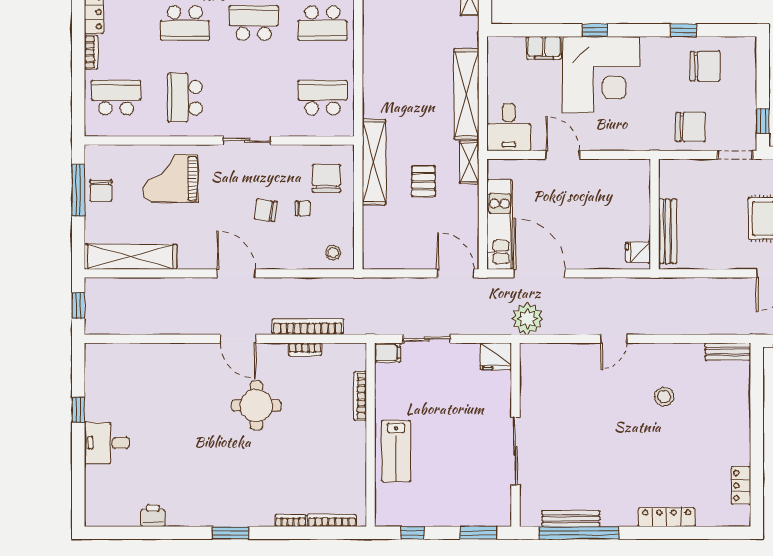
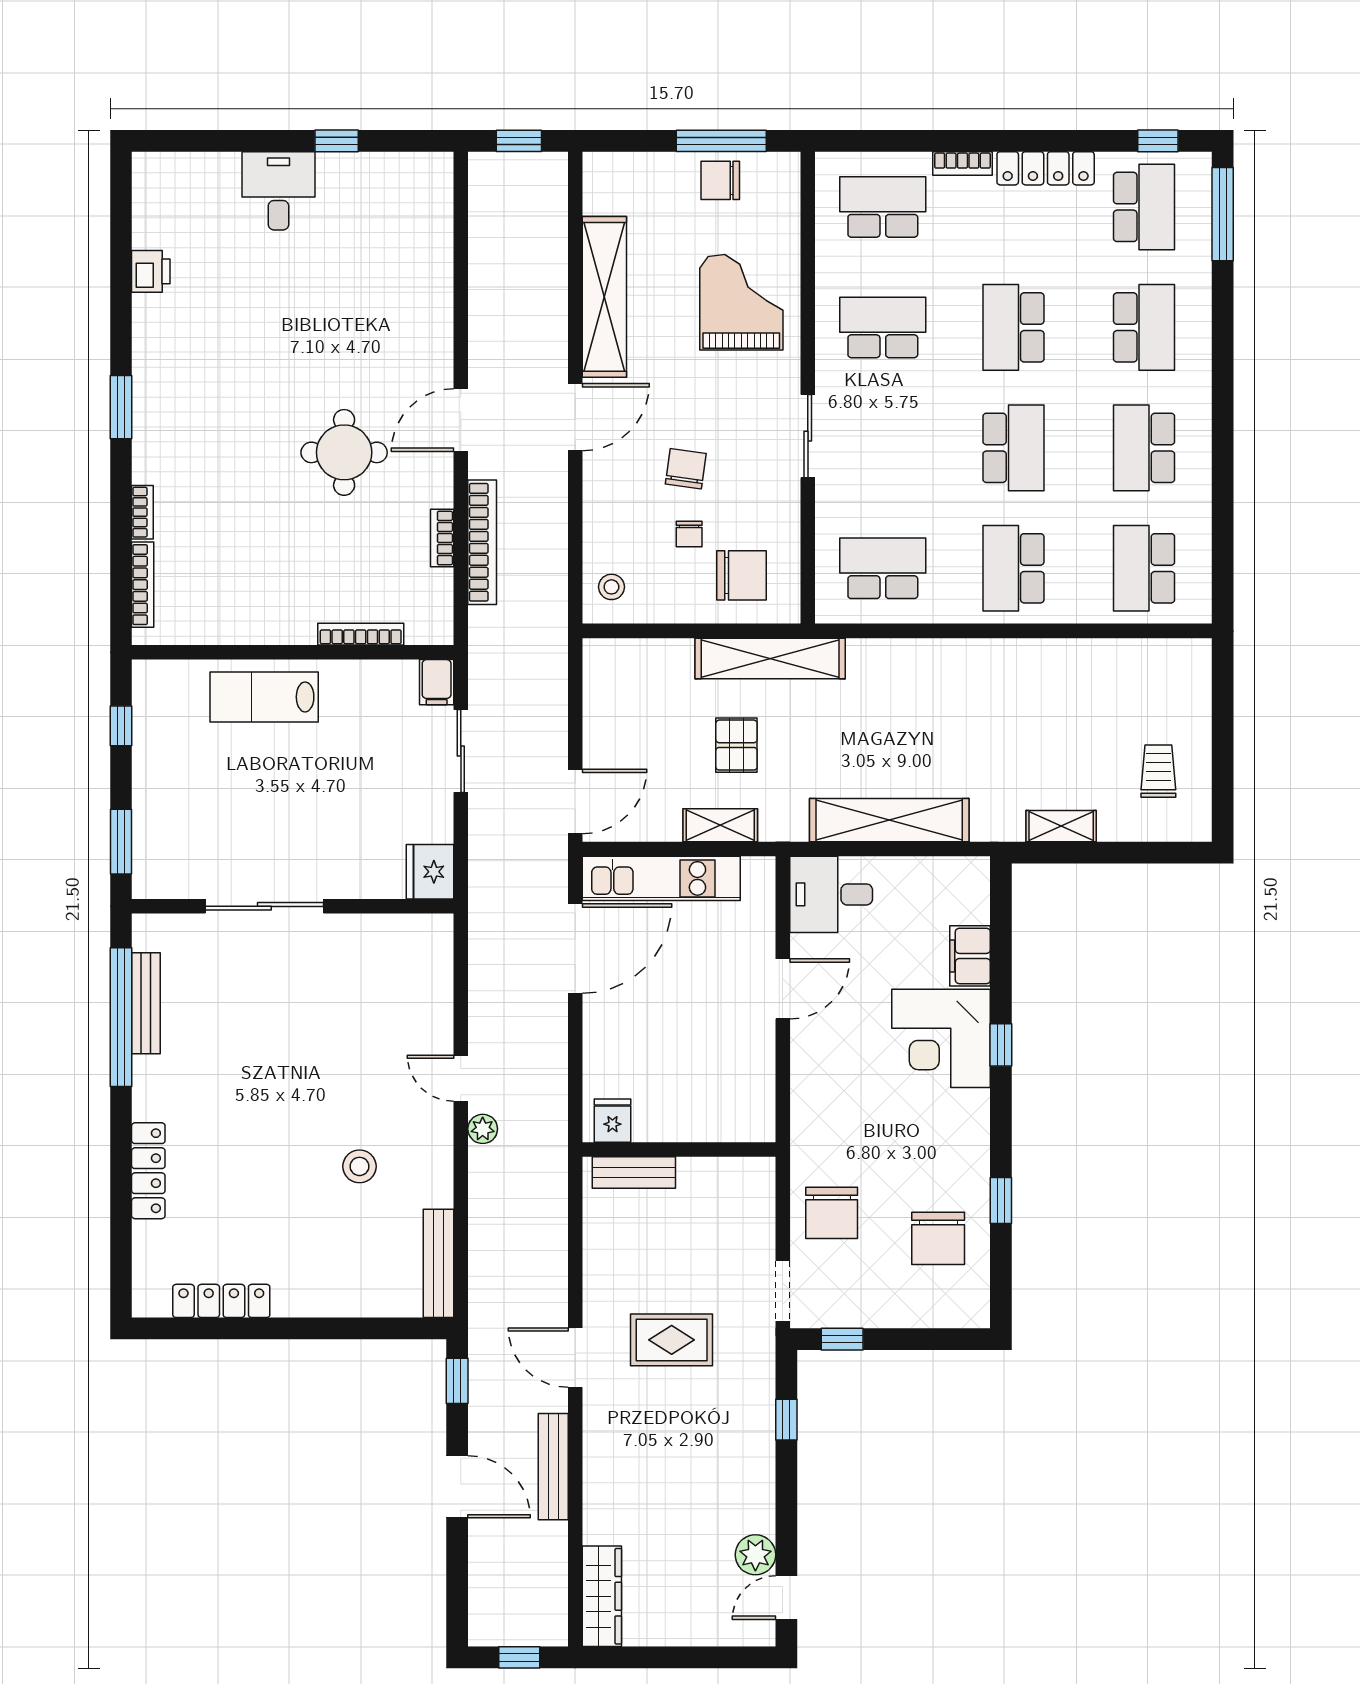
corner desk: (601, 75) -> (941, 1038), width x0.74, depth x0.74
school desk: (116, 98) -> (883, 207), turned -90
school desk: (322, 98) -> (883, 568), turned -90
shelving: (469, 162) -> (720, 825), moved
pallet: (423, 181) -> (736, 745), turned 90
bench: (668, 231) -> (634, 1173), width x0.73
shelving: (130, 257) -> (604, 297), moved
plant: (527, 319) -> (483, 1129), moved, width x0.53, depth x0.53
bench: (728, 351) -> (438, 1263), width x1.36
locker: (741, 485) -> (221, 1301), width x1.53

